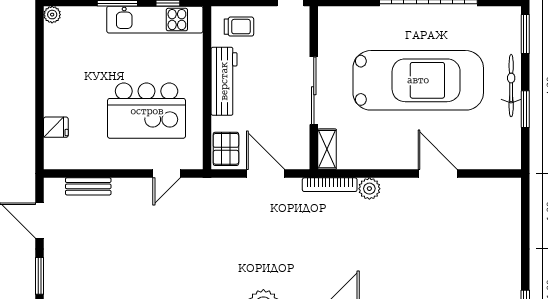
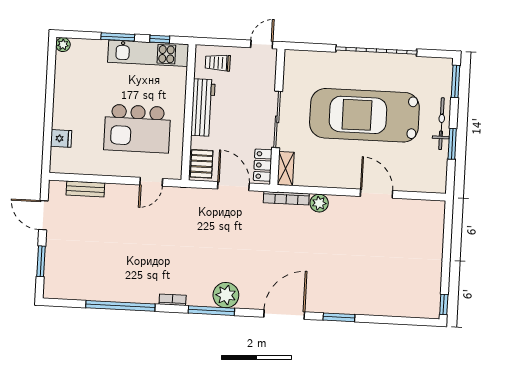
trolley: (239, 27) -> (218, 63), turned 180
car: (418, 80) -> (364, 115), turned 180
locker: (299, 147) -> (263, 165), added

